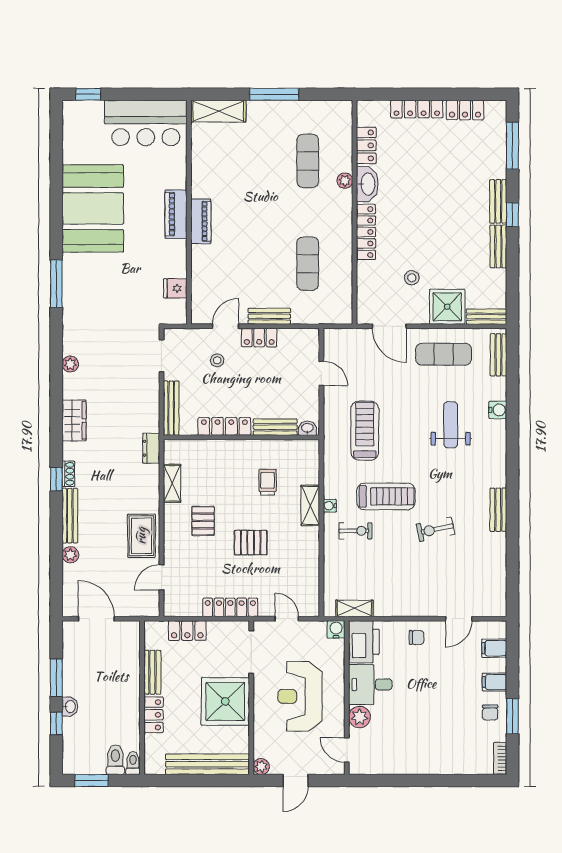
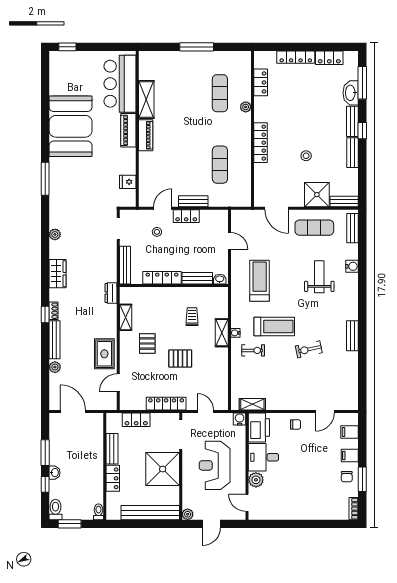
shelving: (218, 111) -> (146, 99), moved, turned 90
bar counter: (146, 123) -> (120, 84), moved, turned 90
washbasin: (367, 184) -> (351, 93), moved, turned 180
stool: (412, 278) -> (306, 156), moved
toilet: (115, 760) -> (55, 510), moved

